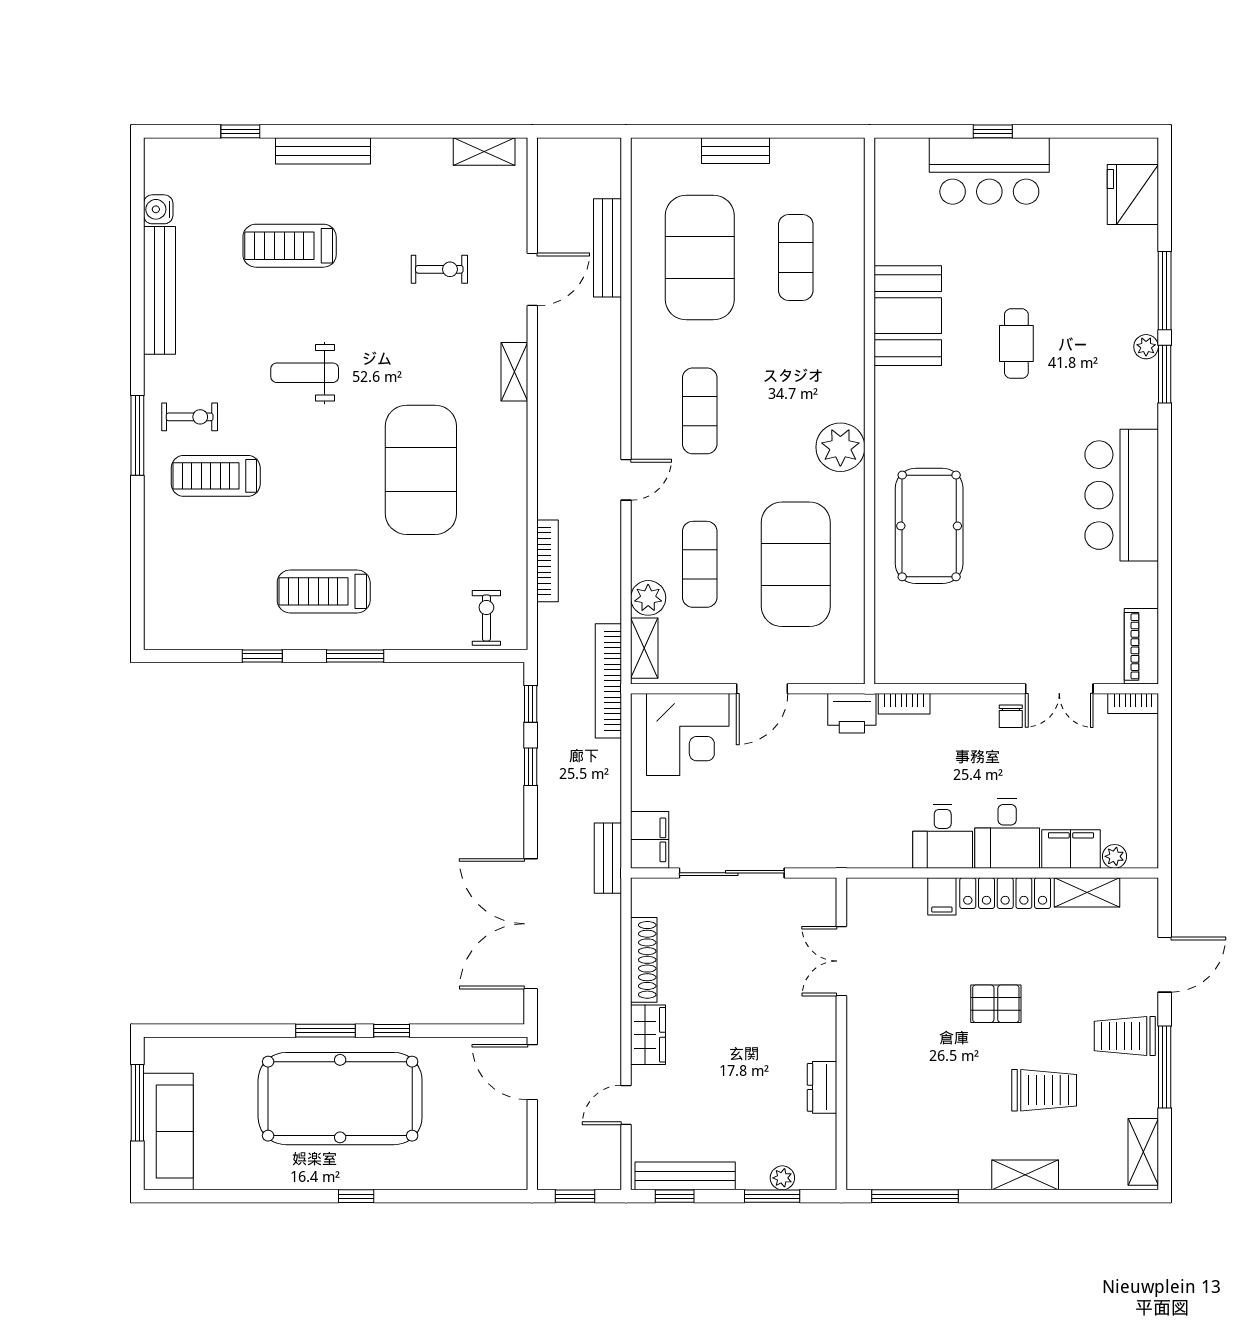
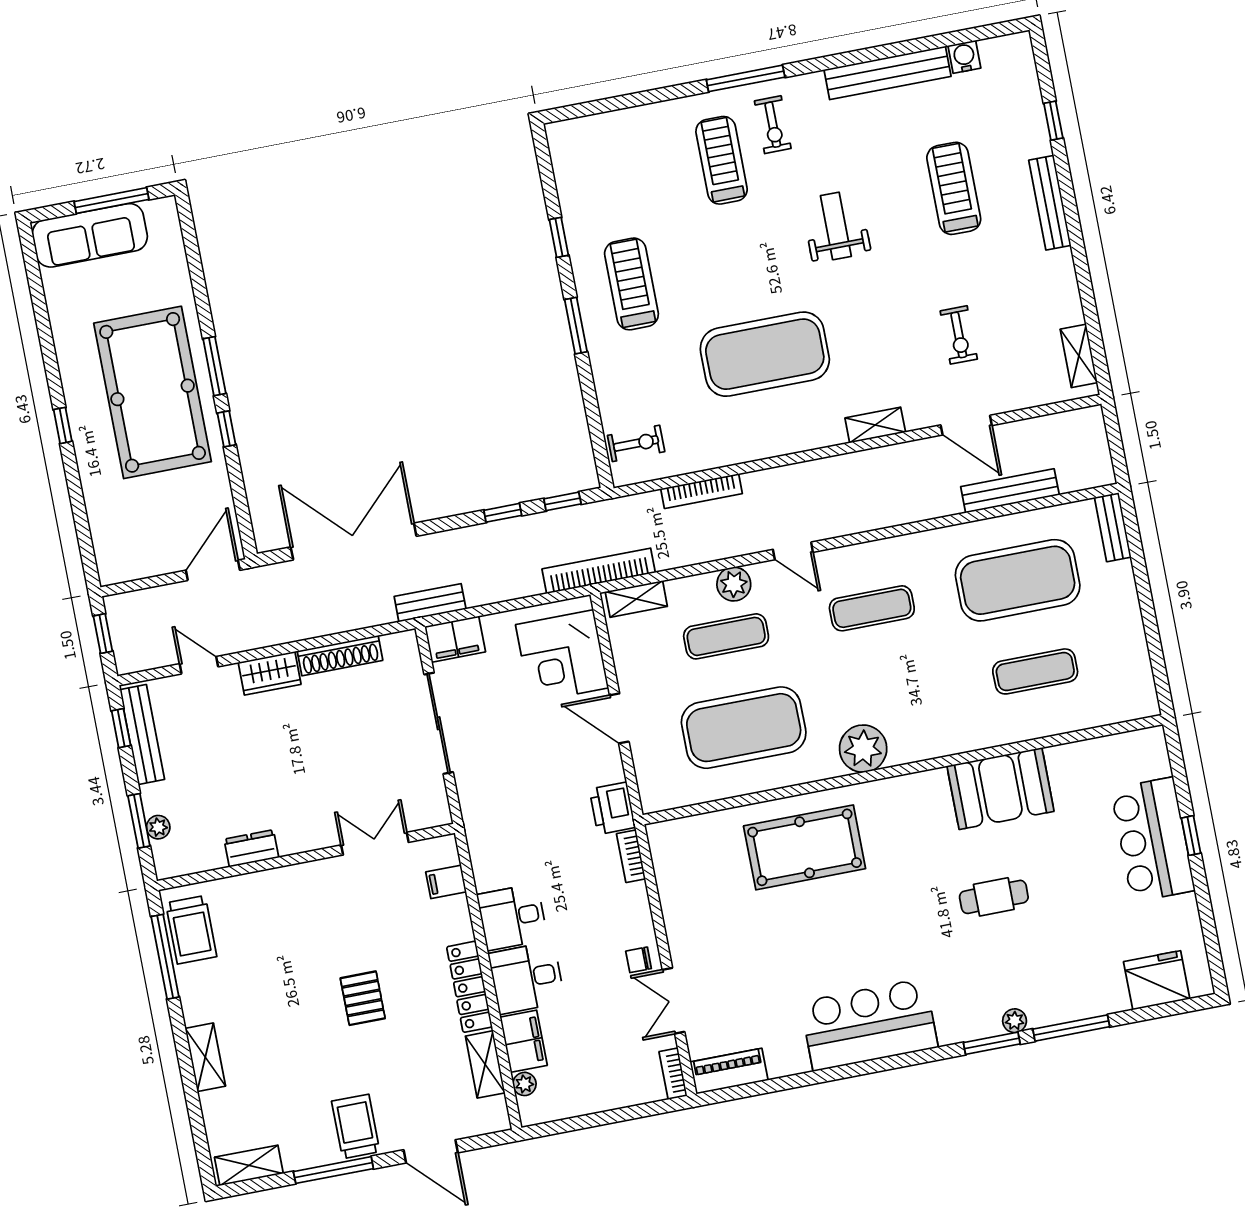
bench: (736, 151) -> (1113, 527), moved
plant: (648, 598) -> (734, 584), moved
filing cabinet: (942, 896) -> (446, 882), moved
trolley: (1044, 1090) -> (191, 930), moved

